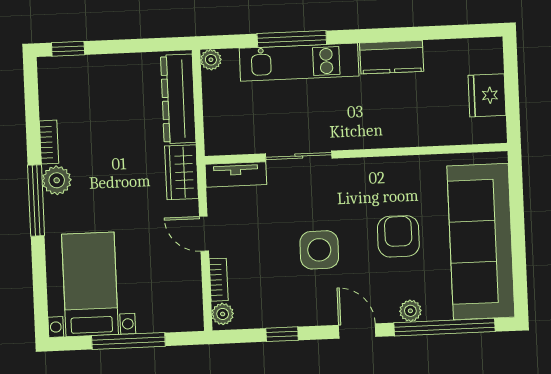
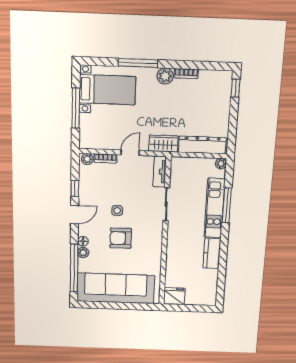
fridge: (487, 95) -> (174, 296), moved
window: (36, 200) -> (138, 63), moved
armchair: (398, 236) -> (121, 238), moved, turned 180
side table: (319, 250) -> (117, 211), width x0.54, depth x0.54
floor lamp: (387, 313) -> (83, 241), added
door: (357, 331) -> (75, 215), moved

